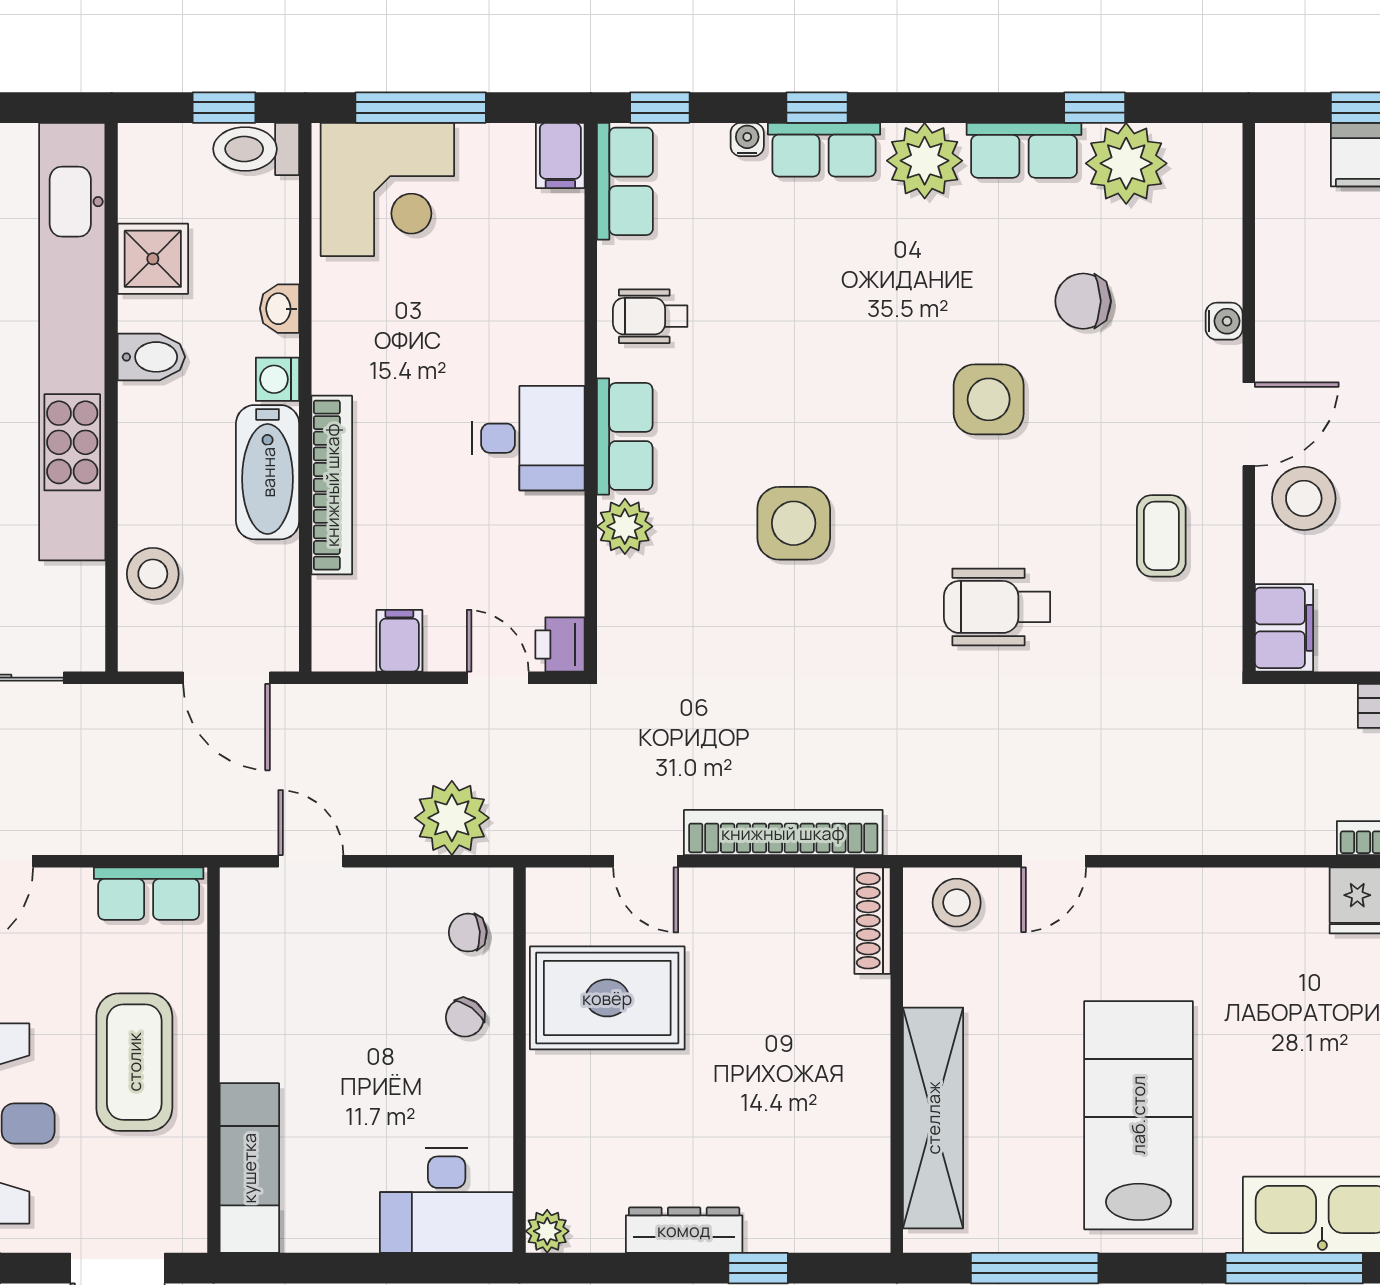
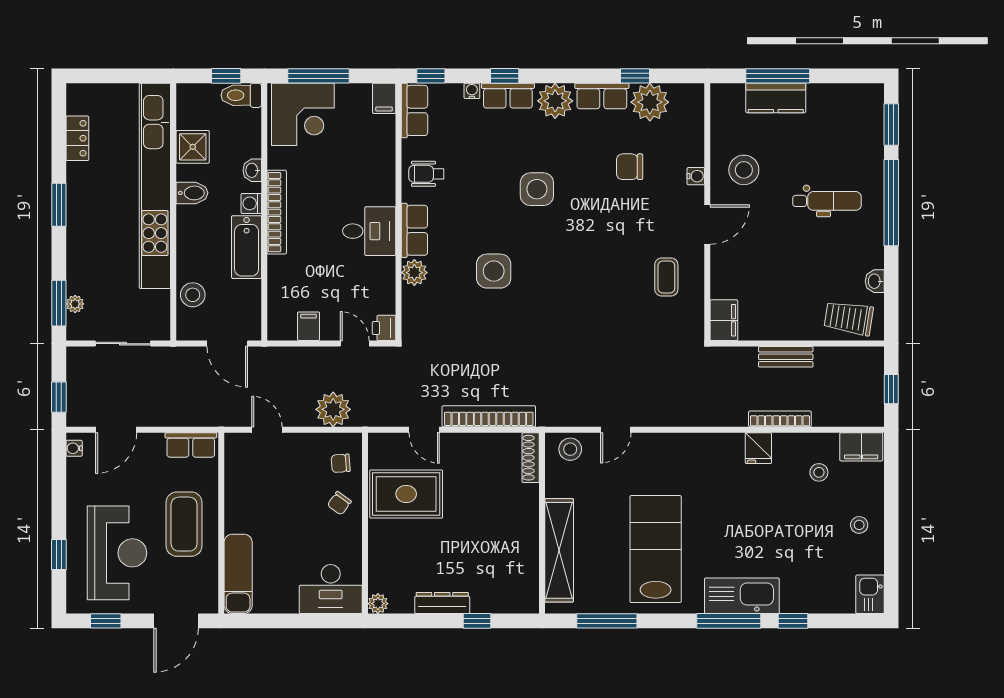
side table: (989, 399) -> (537, 189), moved
bookcase: (332, 485) -> (277, 212), moved
stool: (1304, 498) -> (744, 170), moved
wheelchair: (997, 607) -> (589, 310), removed

